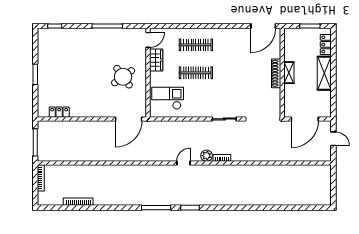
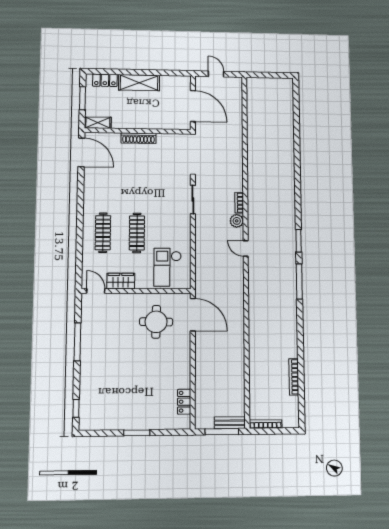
shelving: (289, 73) -> (98, 123), moved
round table: (123, 77) -> (156, 322), moved, turned 37
door: (333, 139) -> (216, 74), hinge flipped
bench: (42, 149) -> (230, 423), added

